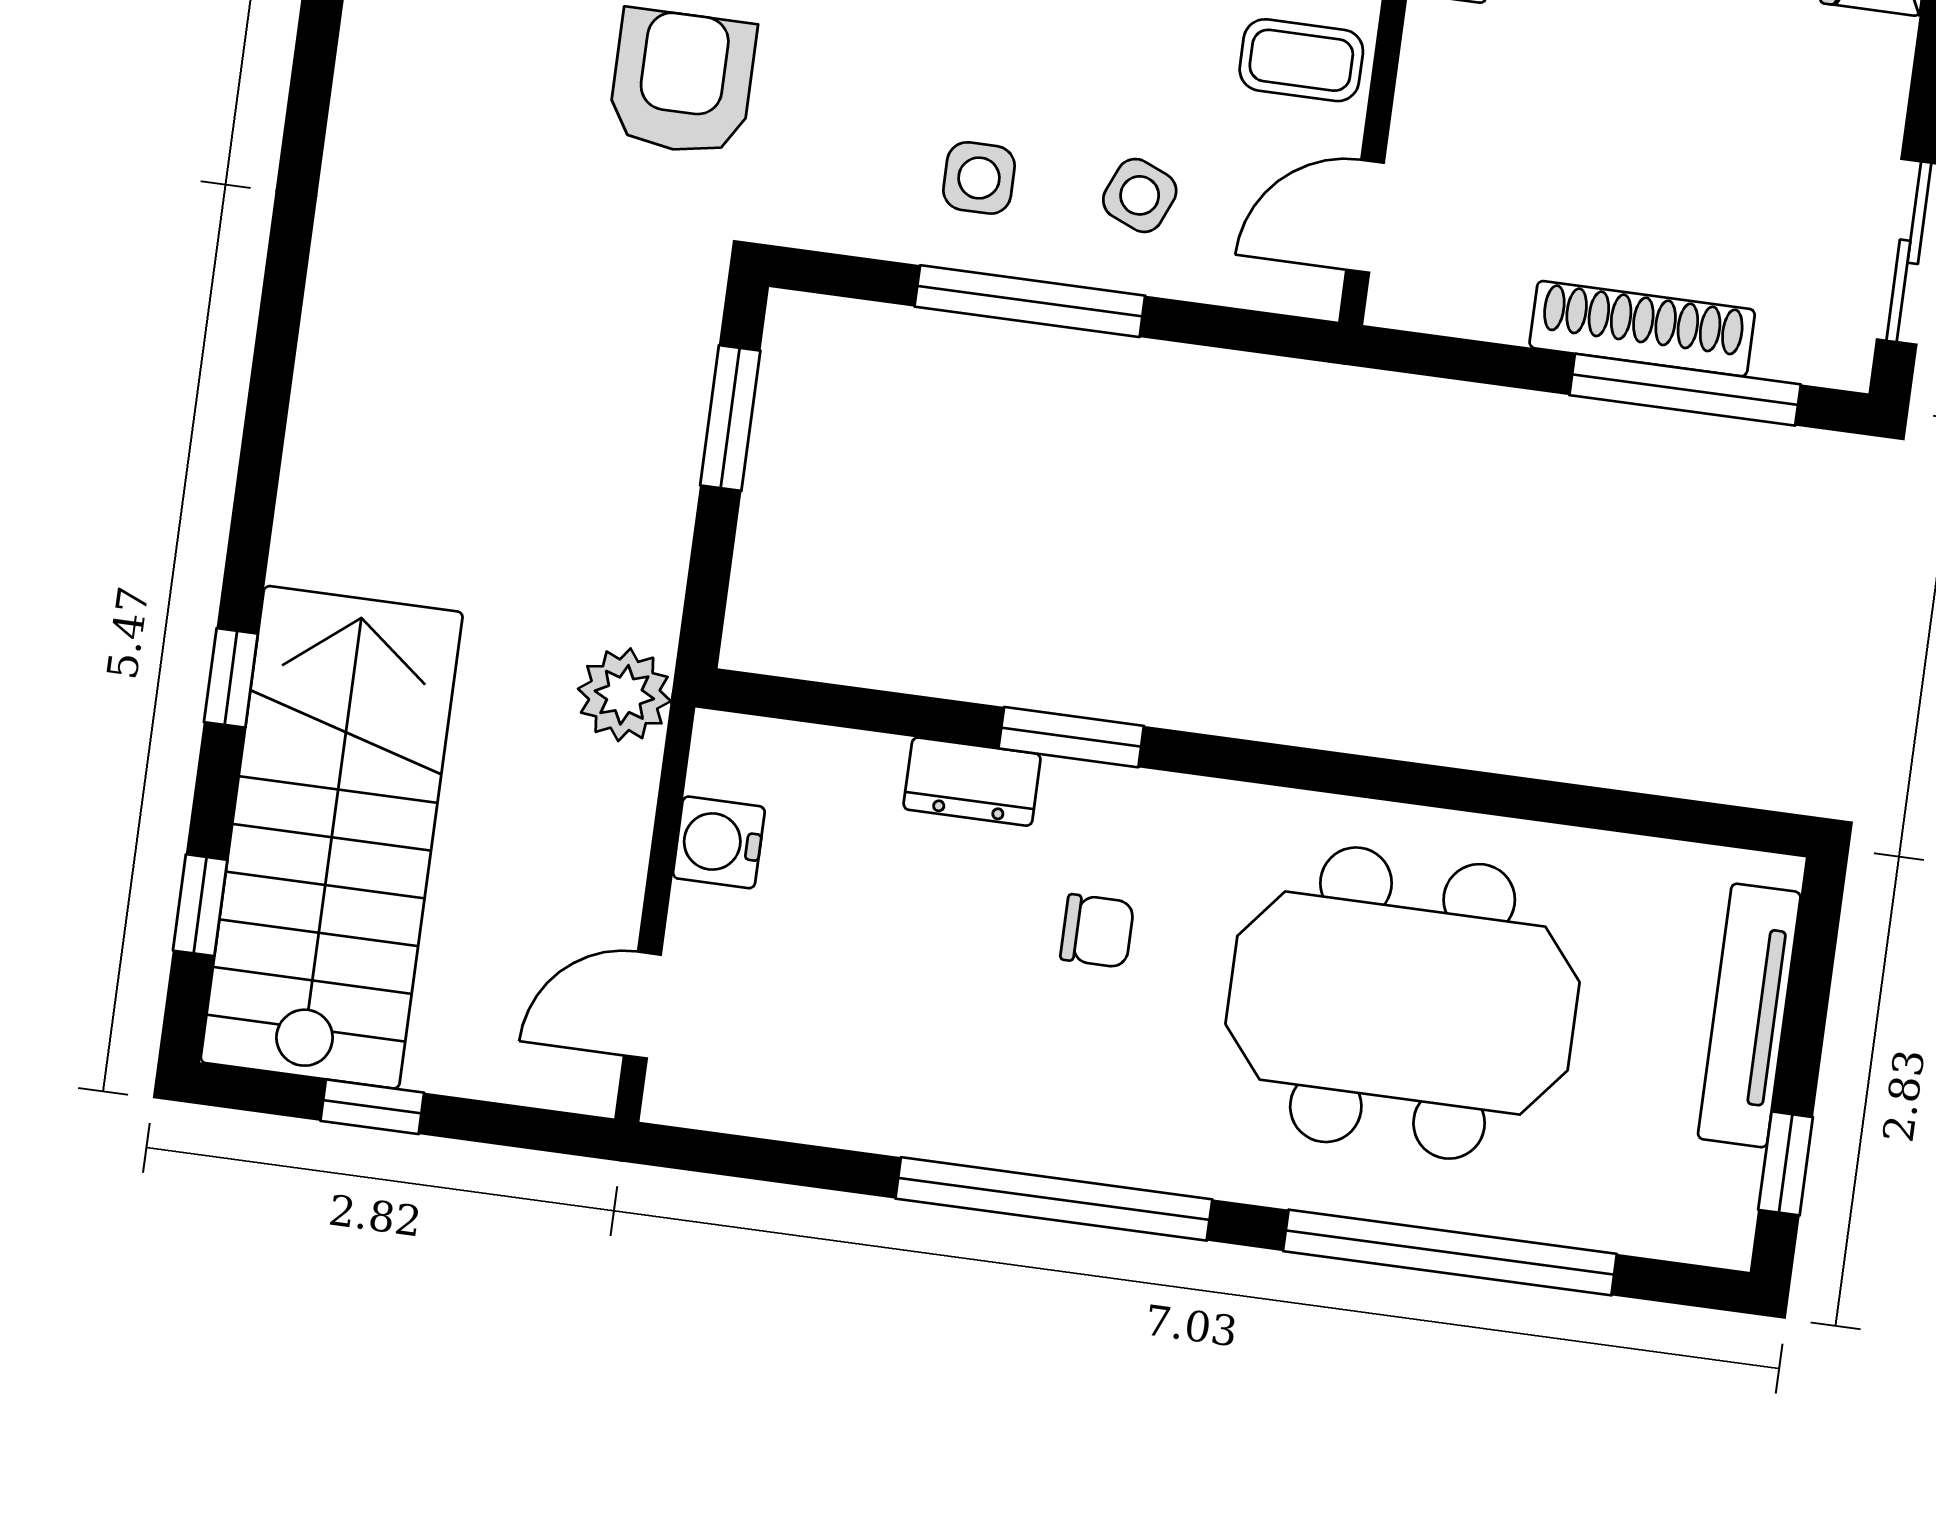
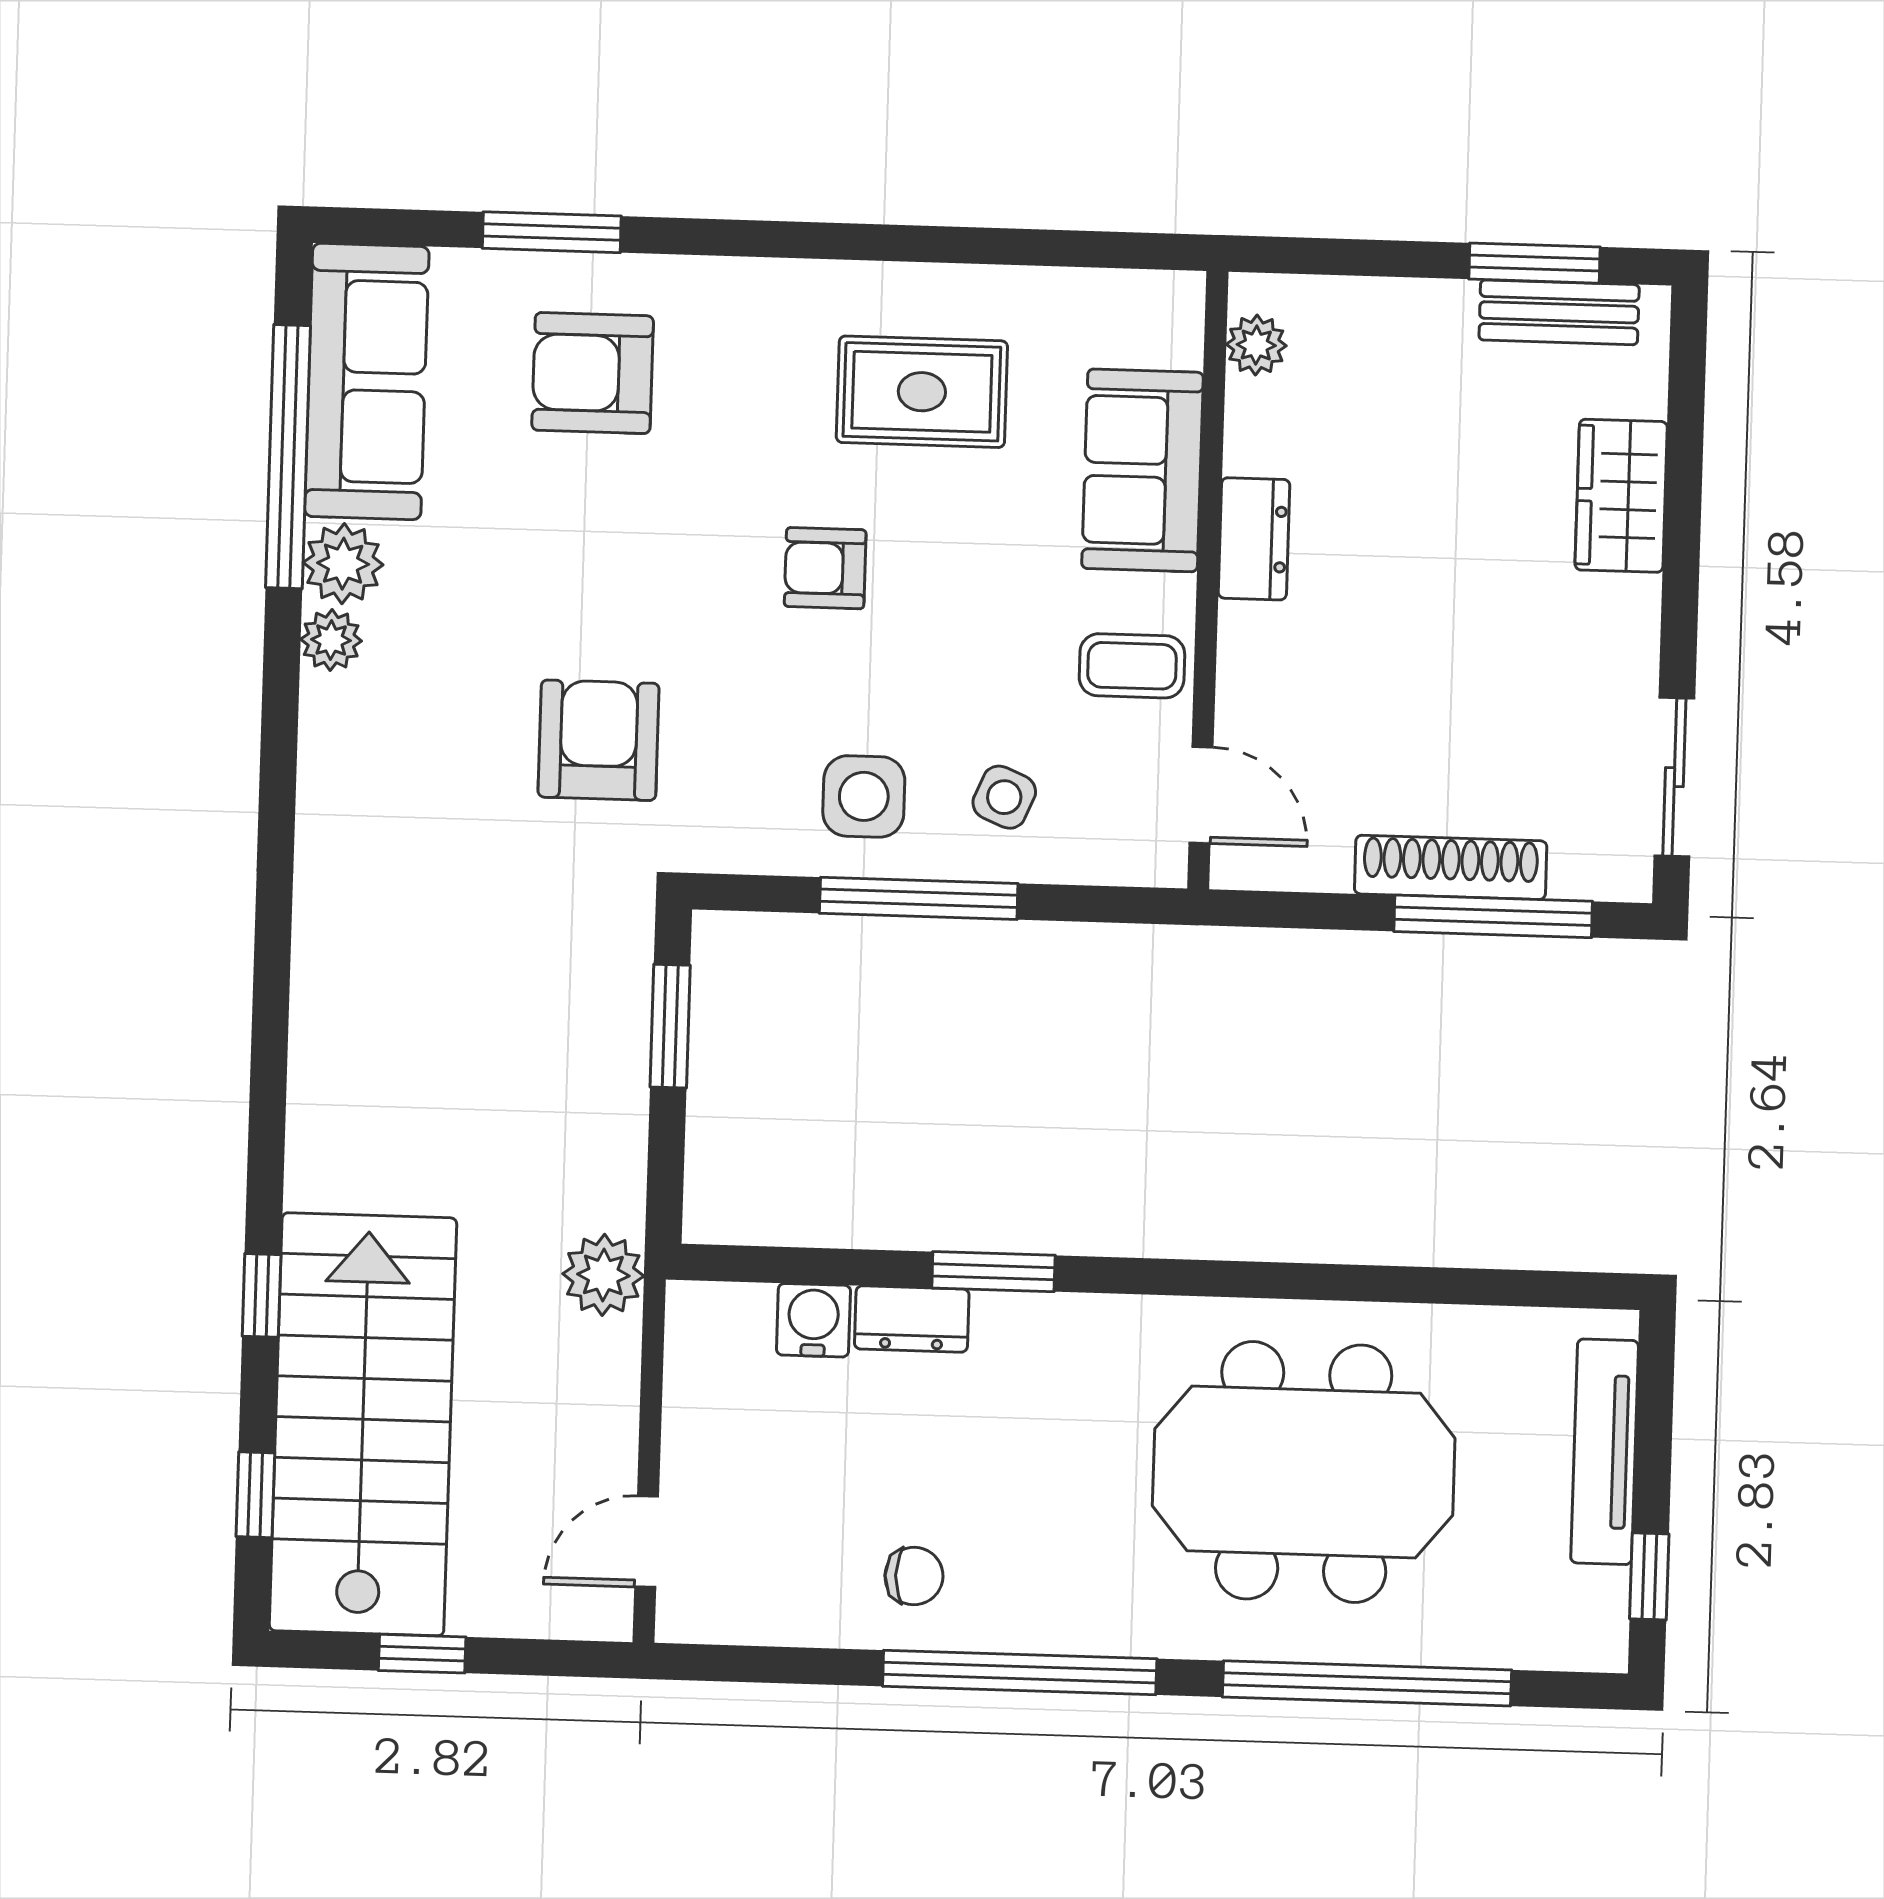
side table: (979, 178) -> (864, 796), width x1.37, depth x1.37
door: (1365, 216) -> (1201, 795), swing flipped
water cooler: (719, 842) -> (813, 1320), moved, turned 90
chair: (1097, 931) -> (914, 1576), moved

